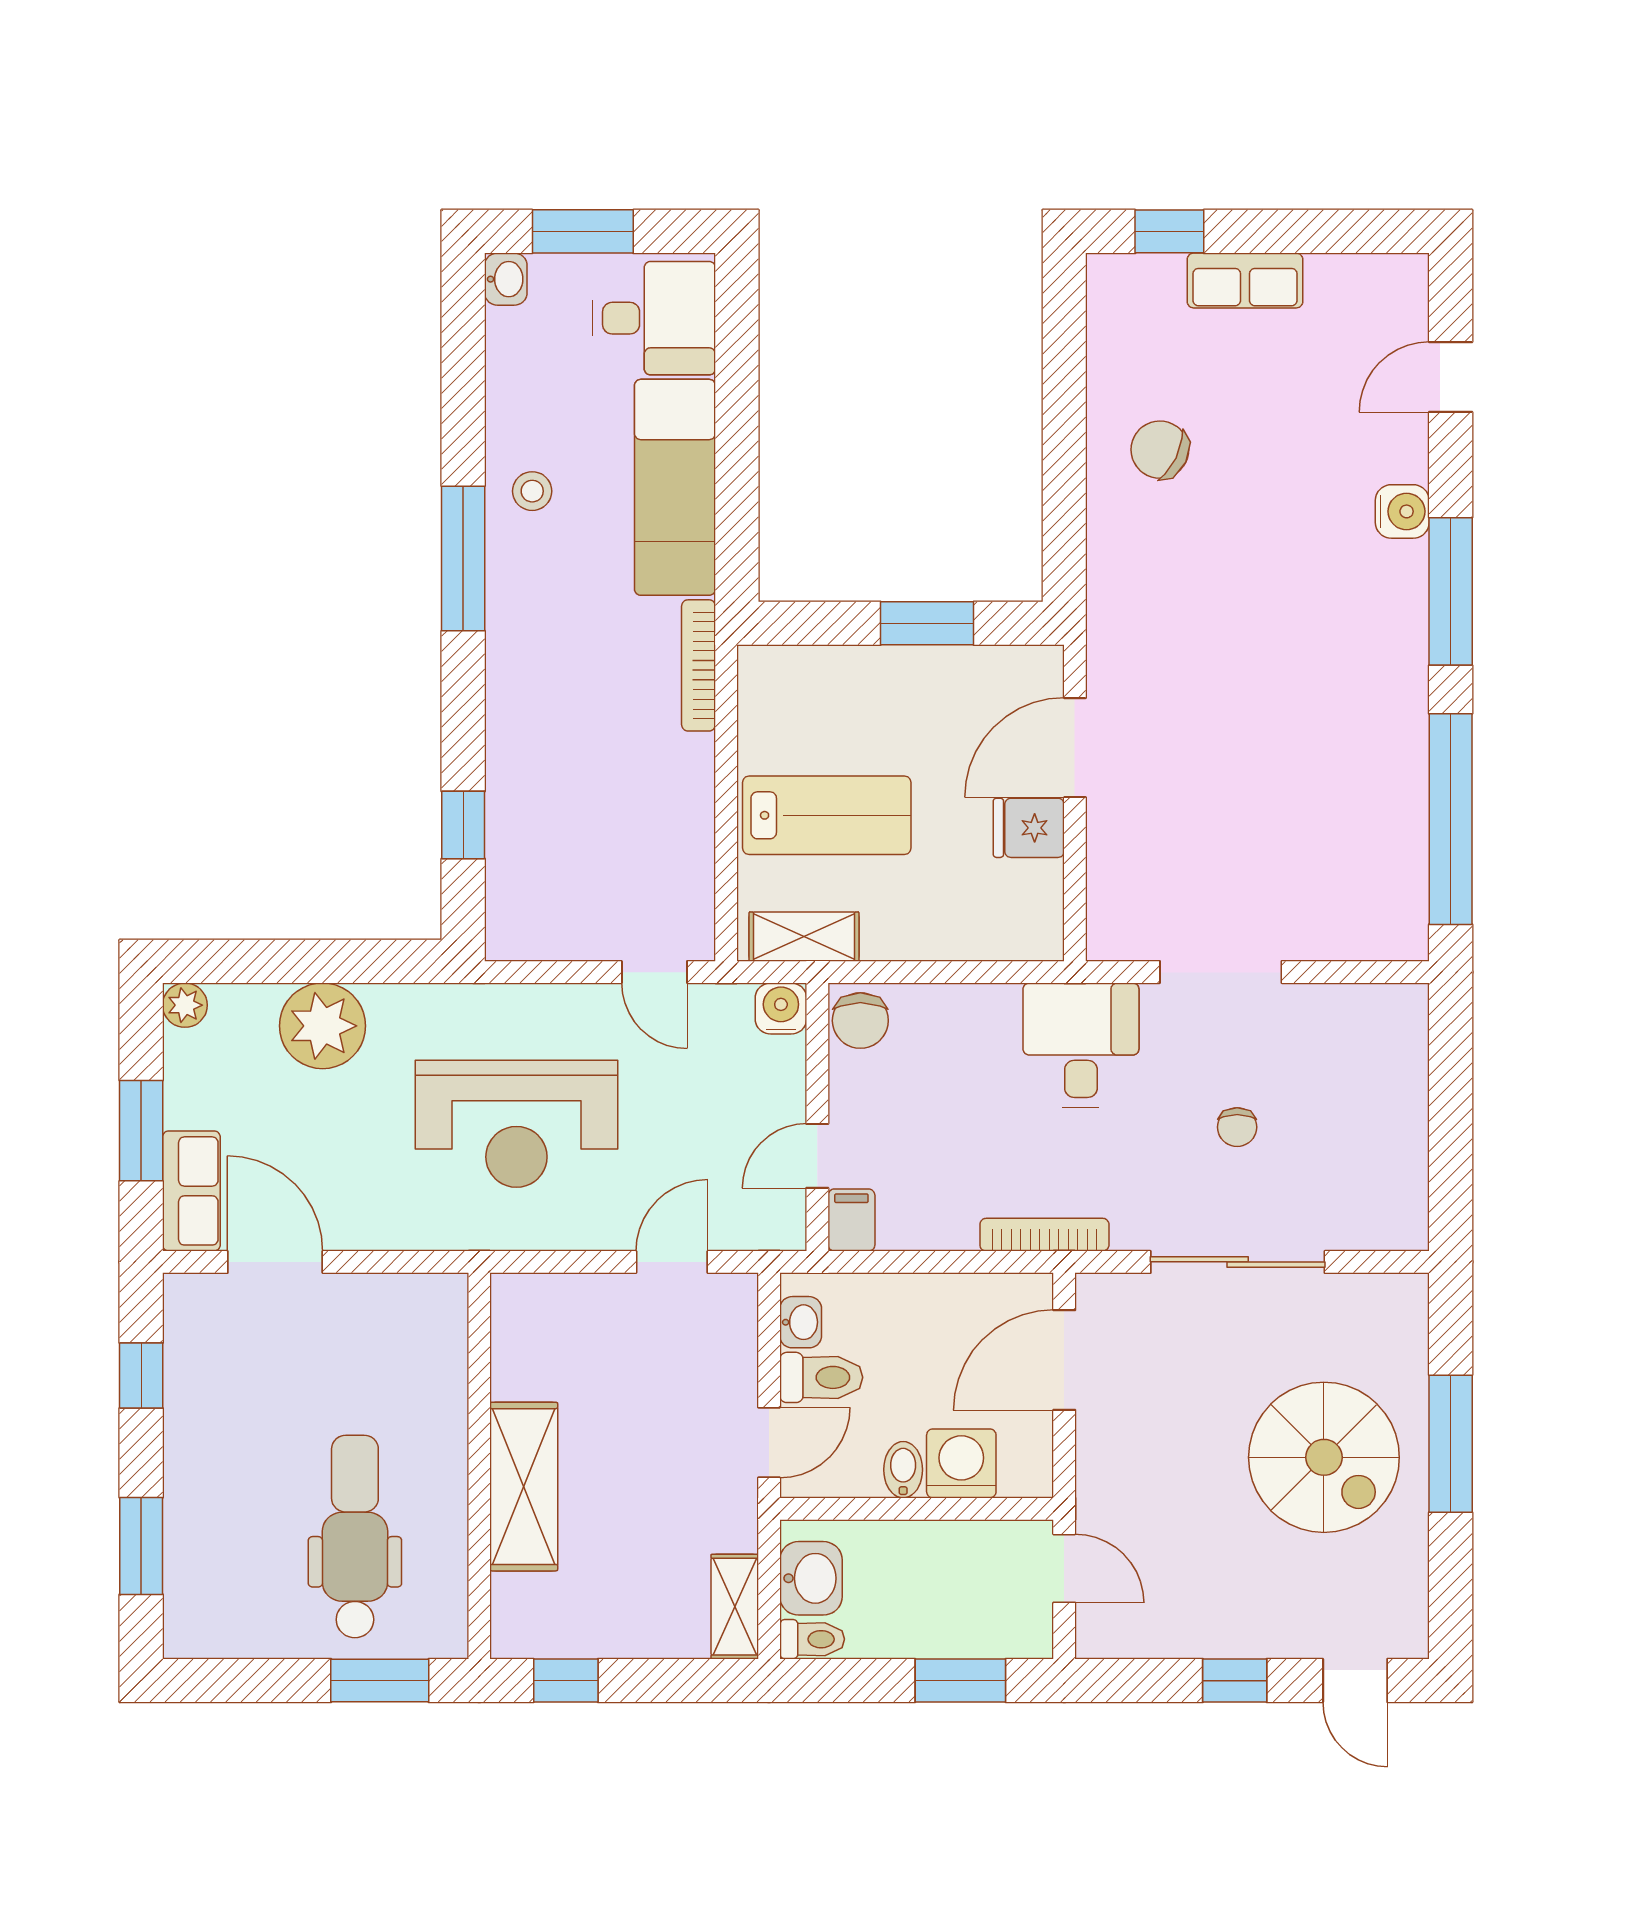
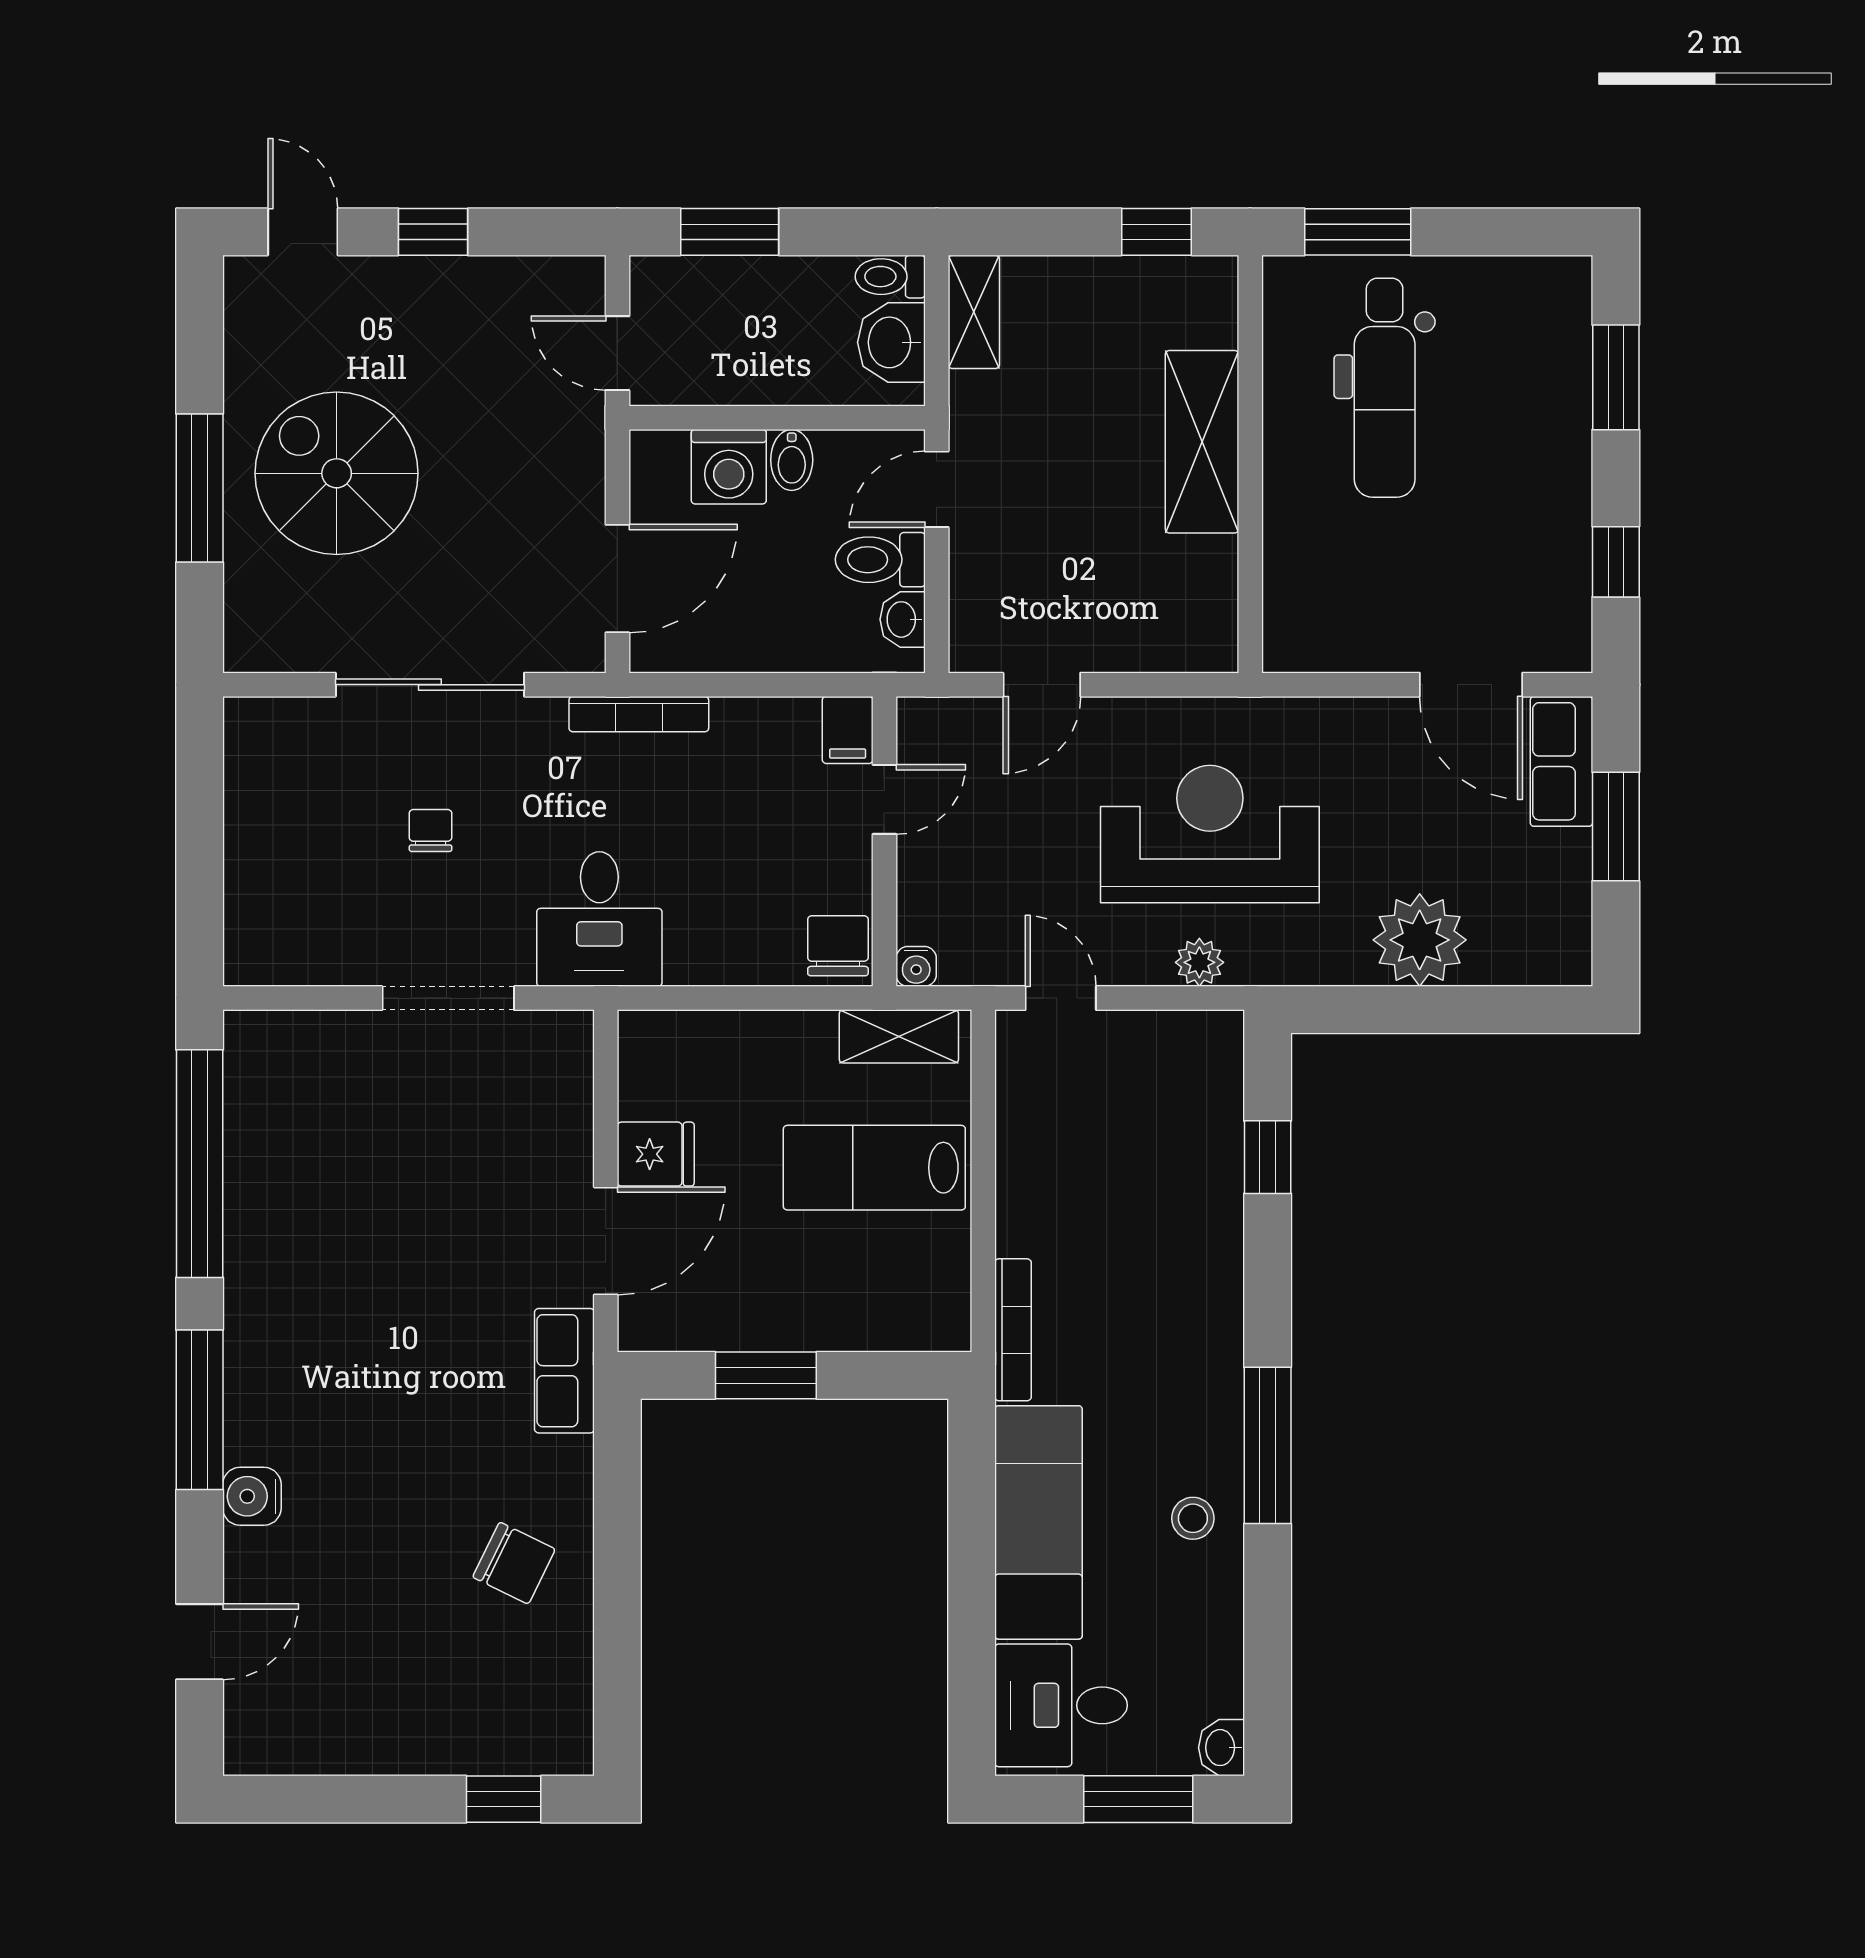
row of seats: (1245, 280) -> (564, 1371), moved, turned -90
plant: (185, 1005) -> (1199, 962), moved
water cooler: (781, 1008) -> (916, 966), width x0.72, depth x0.72

